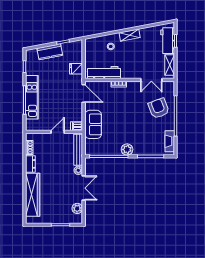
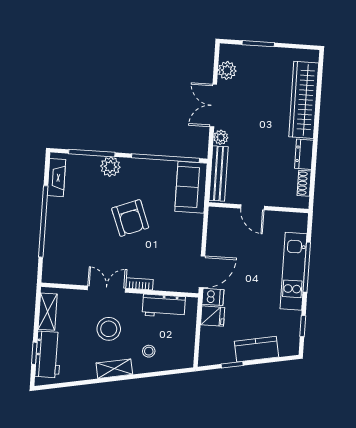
stool: (134, 58) -> (109, 329), added
workbench: (104, 73) -> (164, 306), width x0.73
double door: (151, 80) -> (106, 289), moved
door: (84, 94) -> (202, 272), swing flipped
armchair: (159, 108) -> (130, 218), moved
sofa: (93, 124) -> (191, 187), moved
dishwasher: (77, 126) -> (213, 297), moved
door: (58, 132) -> (252, 207), hinge flipped
plant: (127, 149) -> (110, 167), moved

